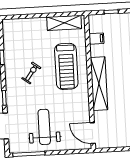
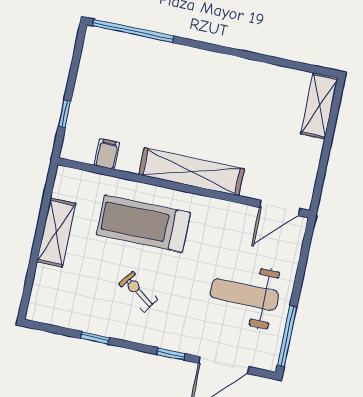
shelving: (64, 23) -> (56, 233), moved
treadmill: (66, 66) -> (143, 224), turned 180

